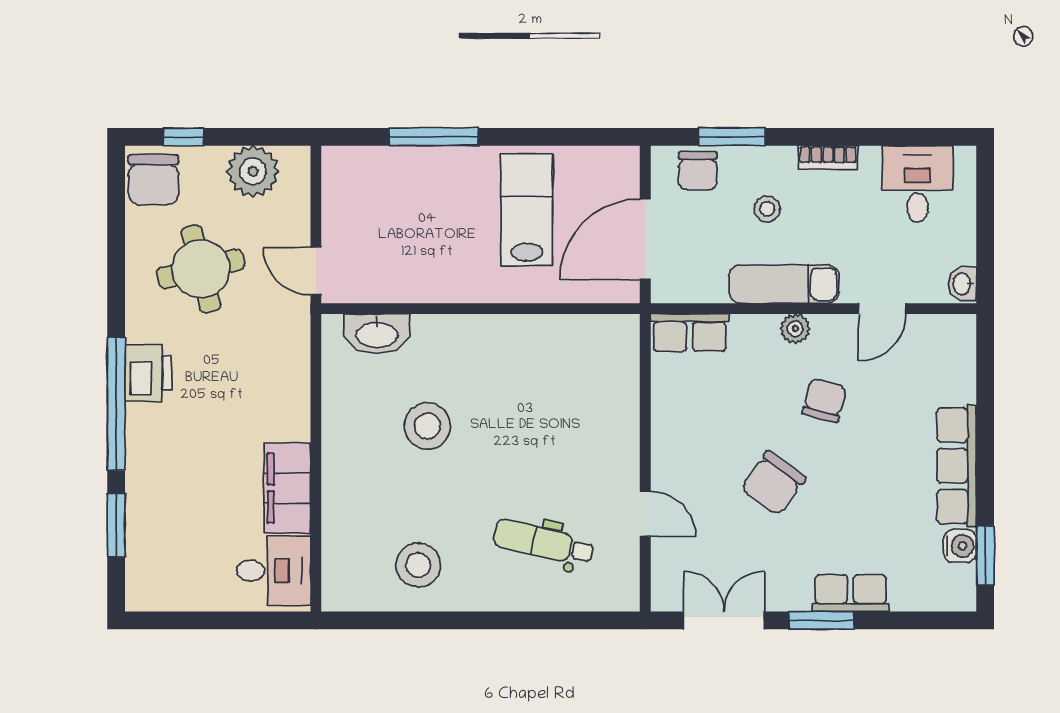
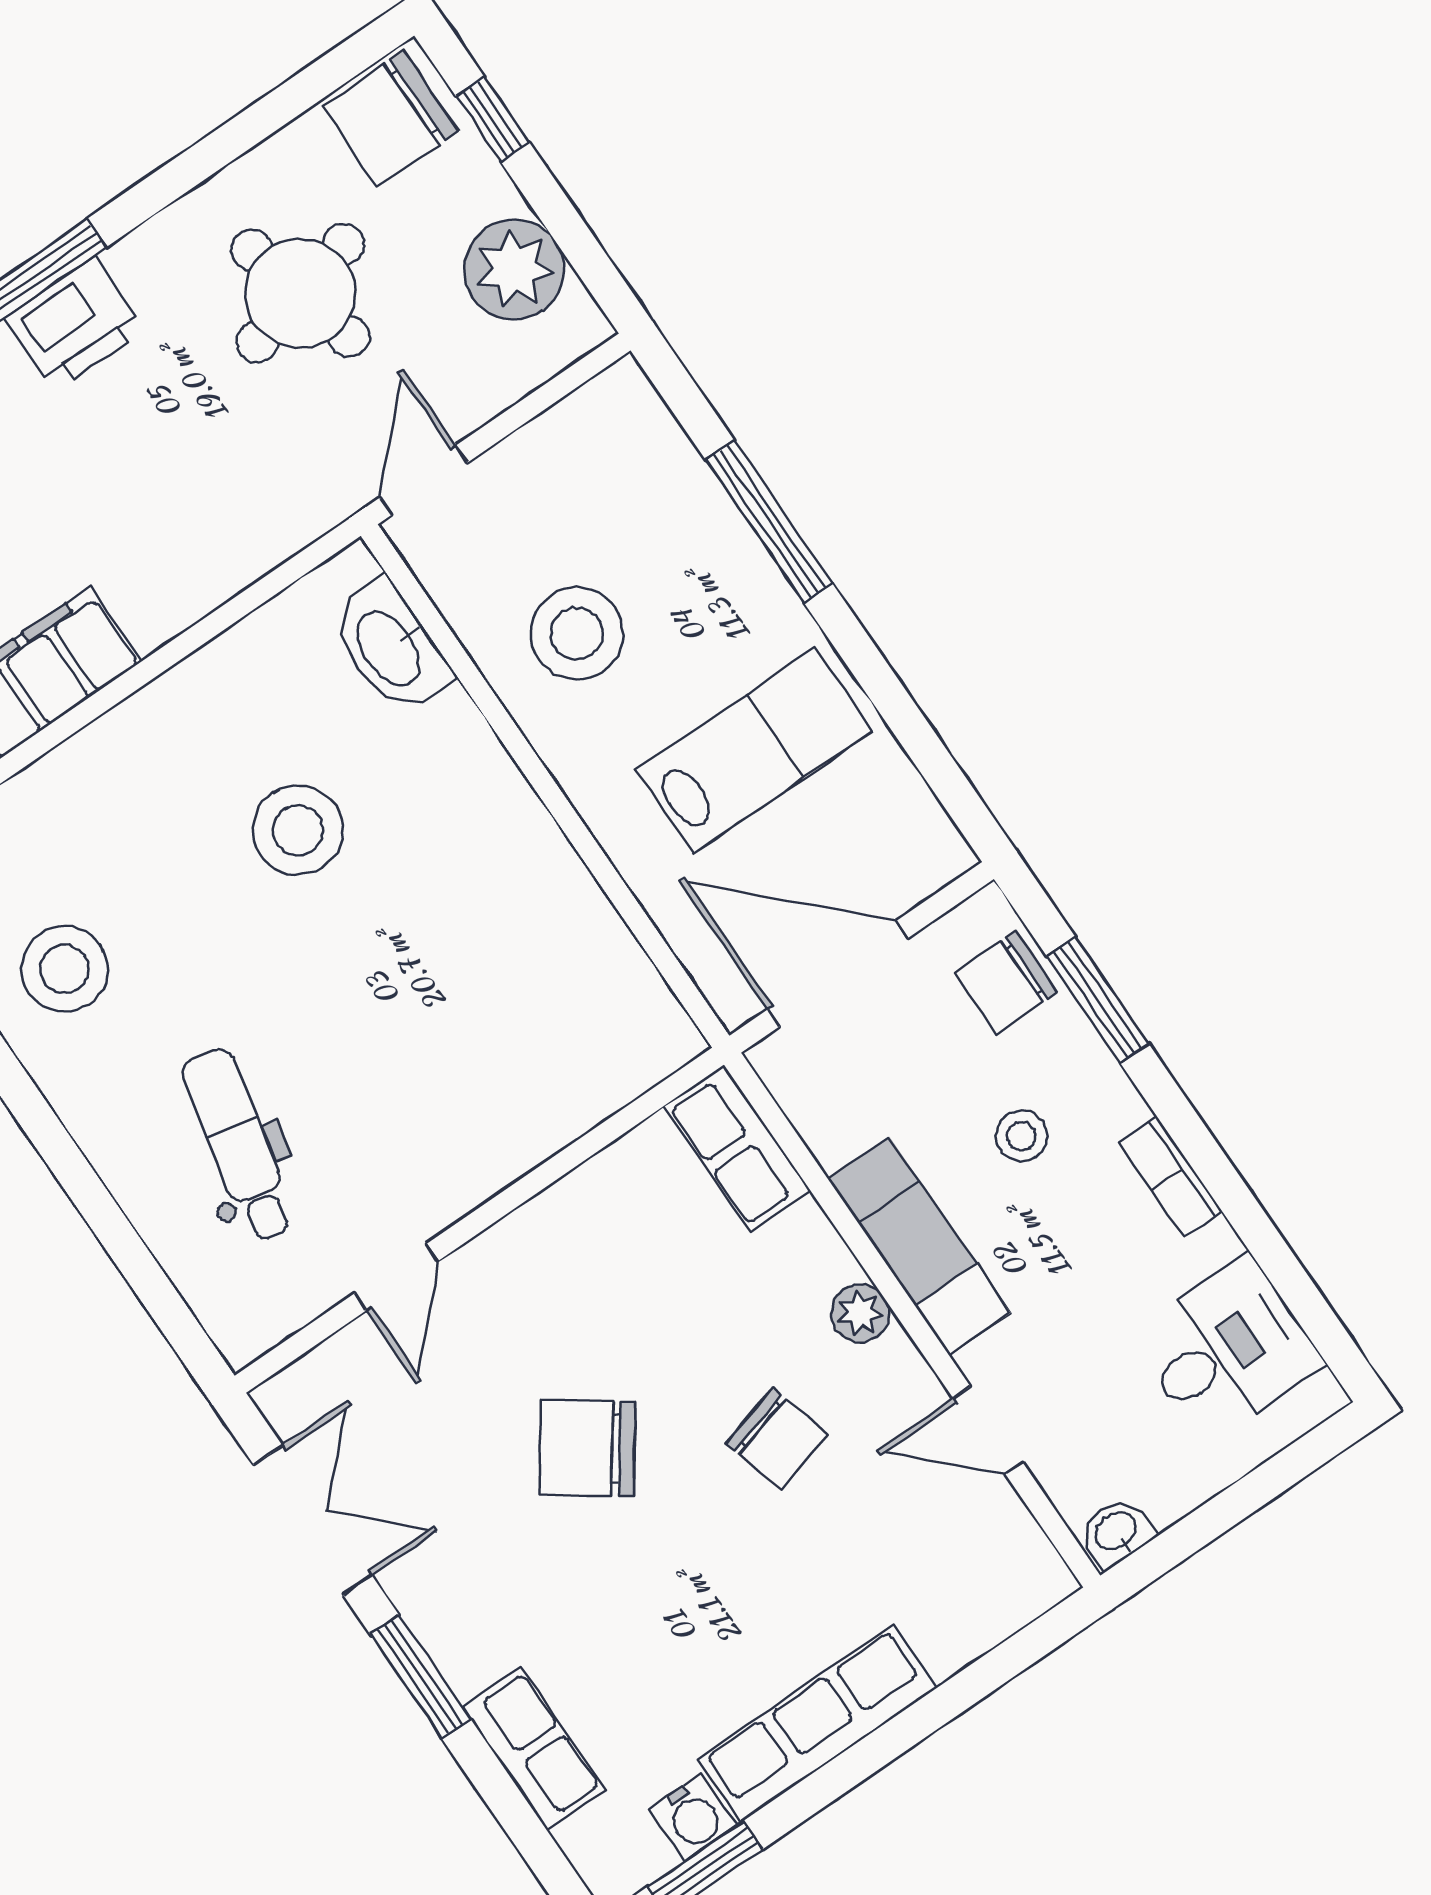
stool: (425, 251) -> (577, 633), added
chair: (824, 400) -> (777, 1439), turned 60
row of seats: (851, 593) -> (534, 1748), moved

